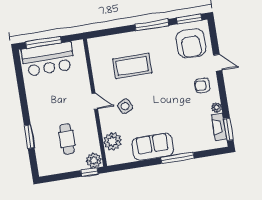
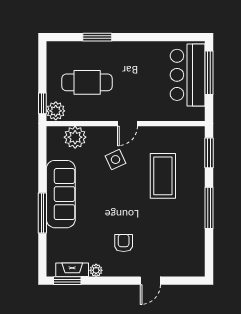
window: (189, 19) -> (209, 153), moved
armchair: (191, 43) -> (179, 252), removed
armchair: (202, 85) -> (124, 243), moved
cafe table: (67, 139) -> (87, 82), width x1.37, depth x1.35
sofa: (153, 147) -> (61, 194), width x1.36

